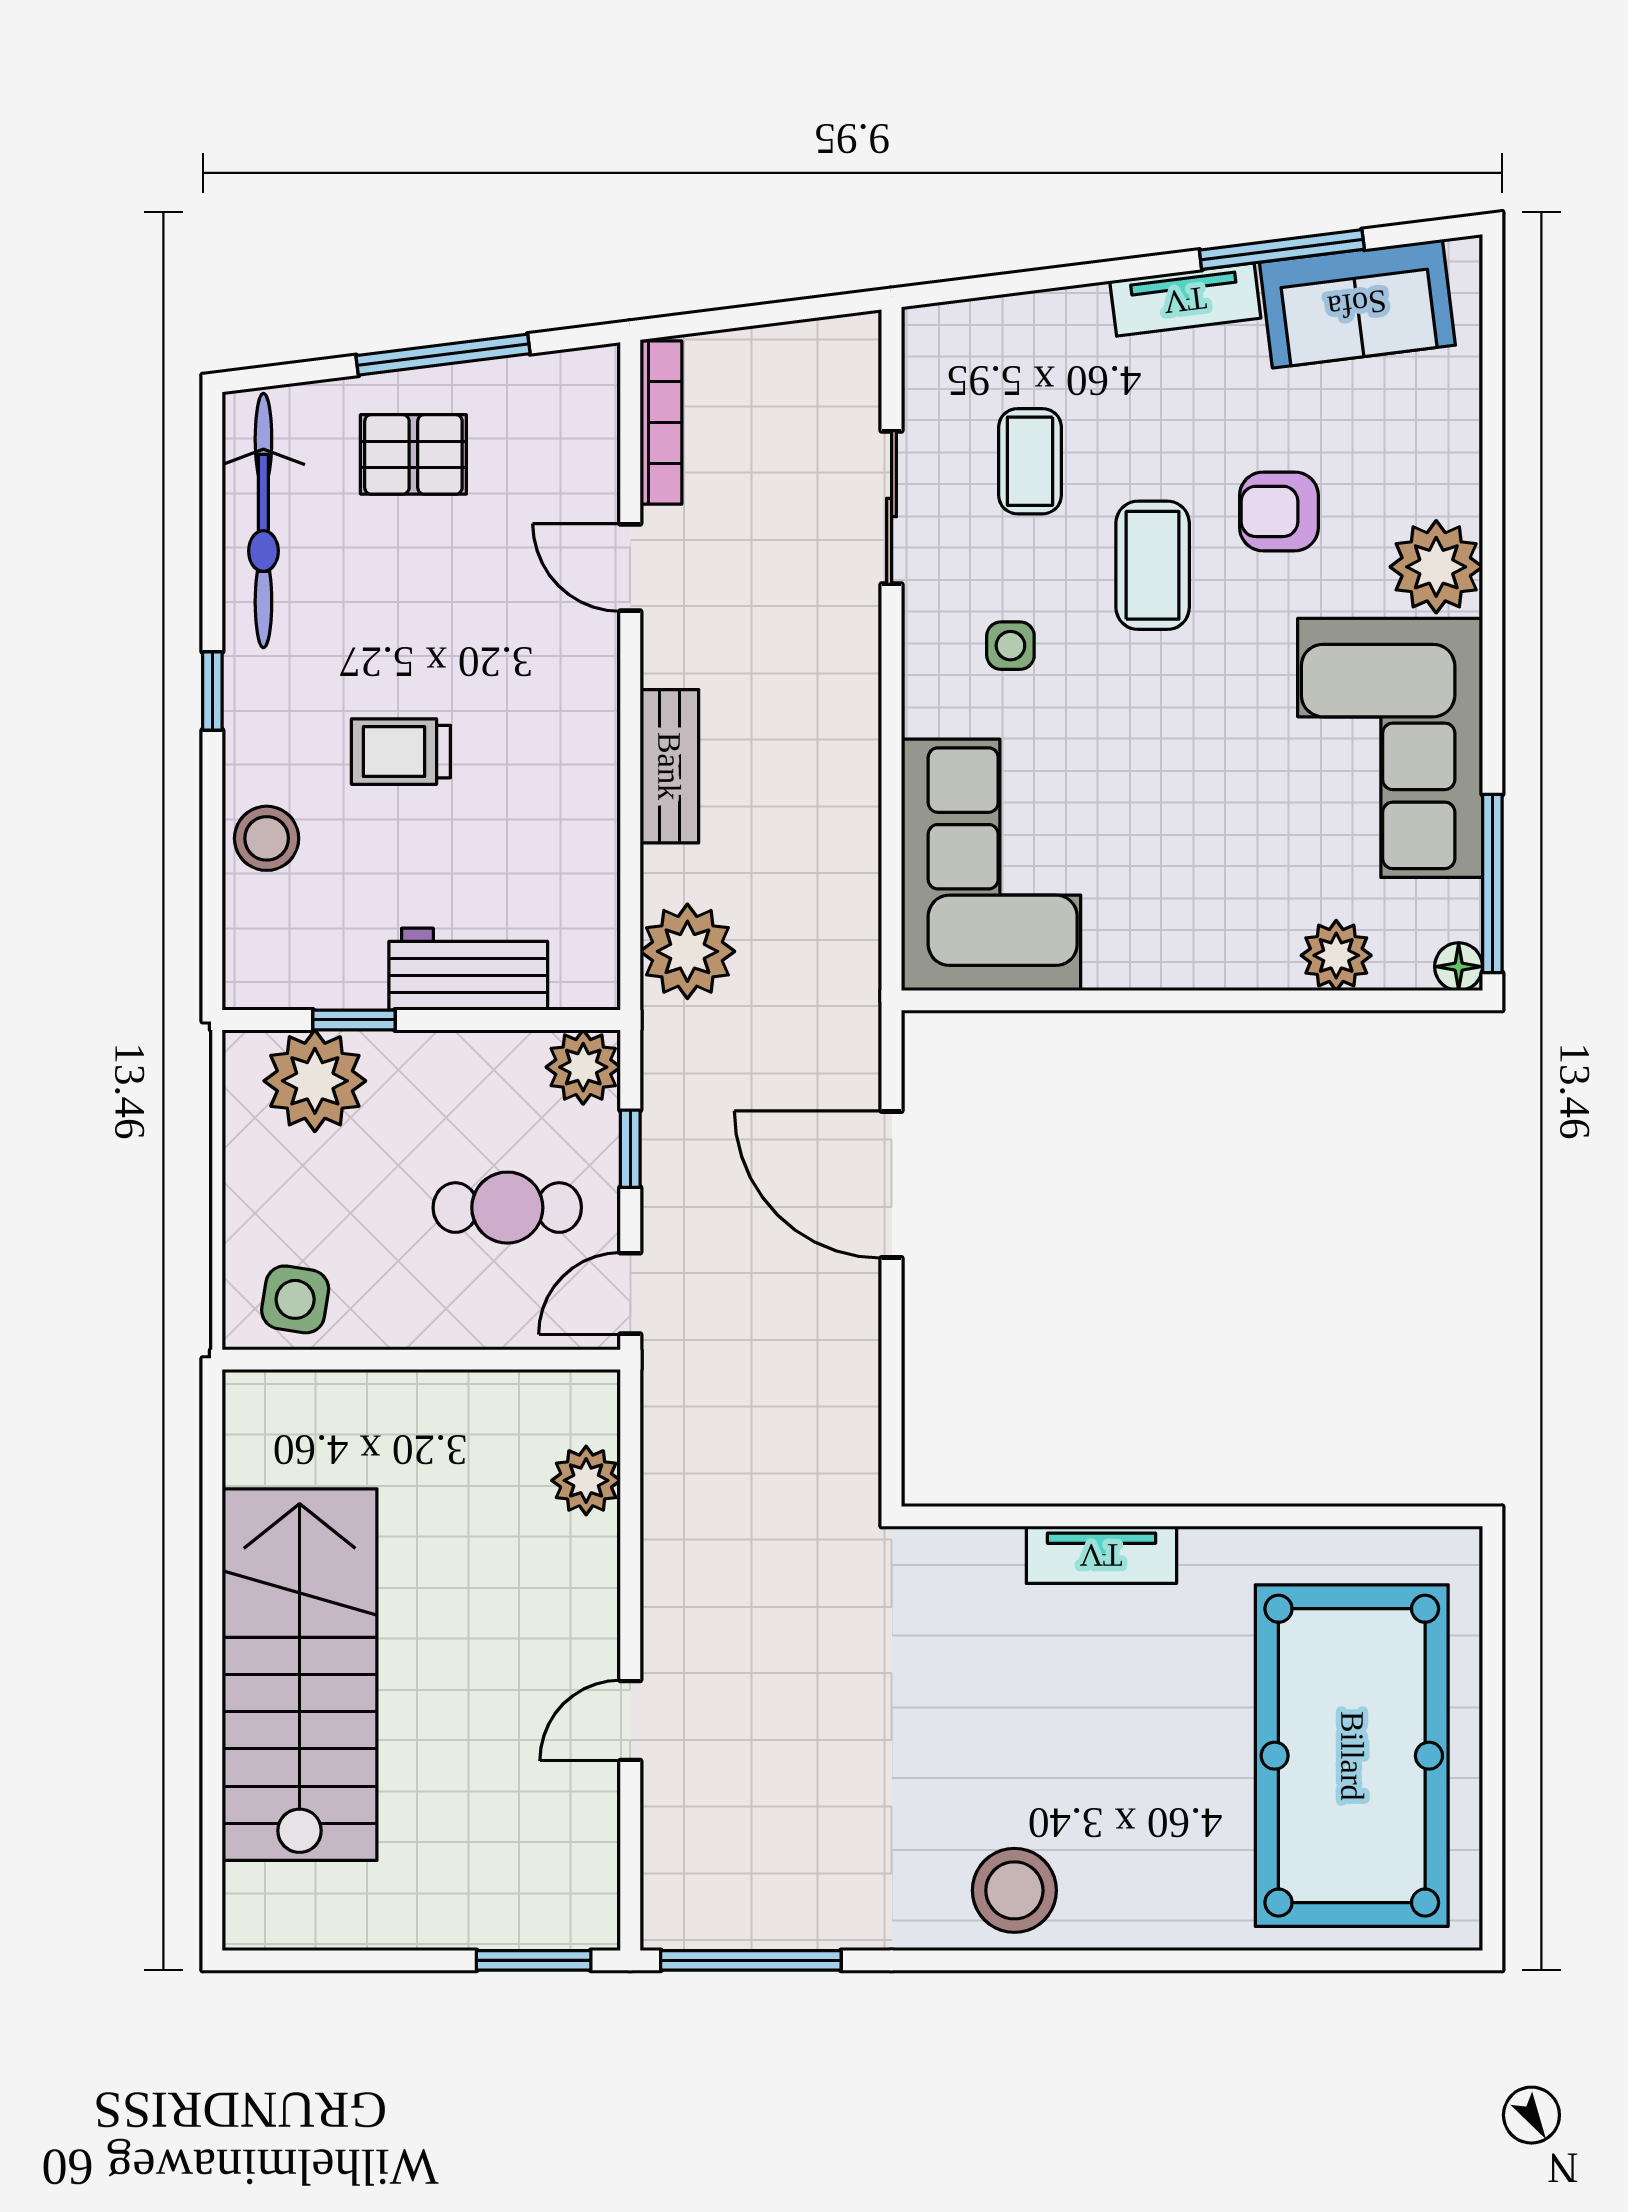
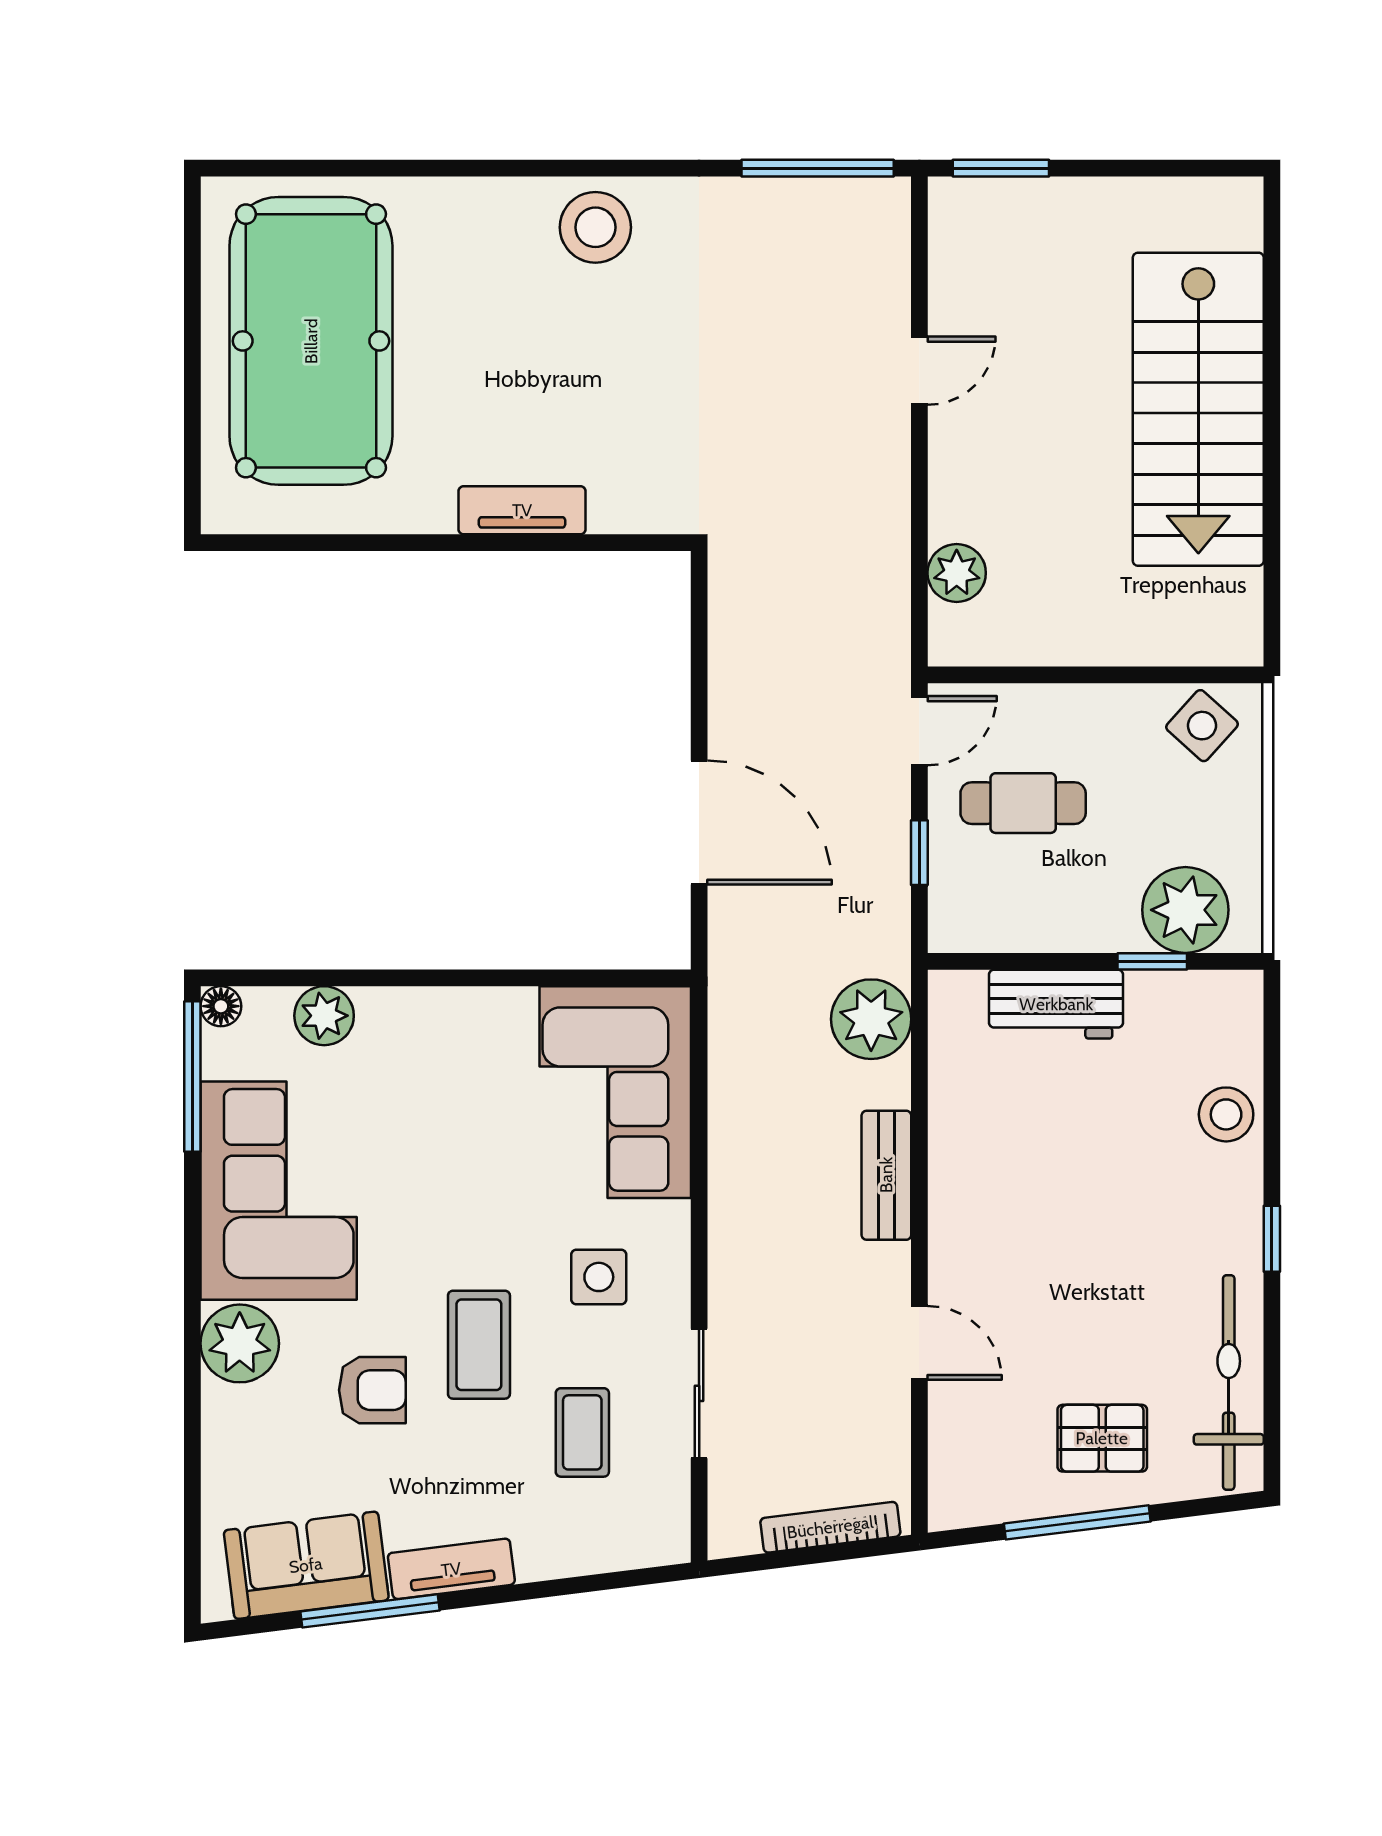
bookcase: (661, 423) -> (830, 1527), moved, turned 83
side table: (1010, 646) -> (599, 1277), width x1.37, depth x1.37
trolley: (401, 752) -> (1113, 1188), removed
plant: (583, 1067) -> (959, 922), removed
side table: (295, 1299) -> (1202, 726), turned 33

